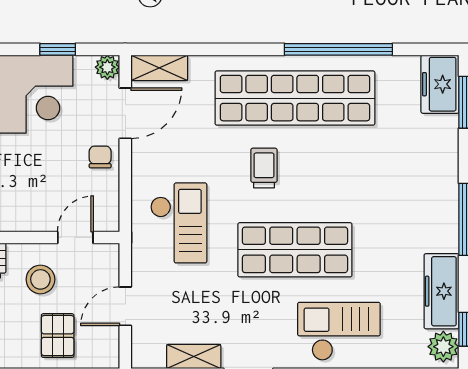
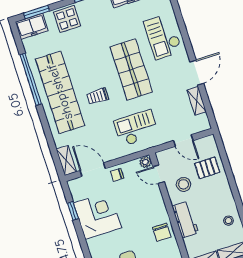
plant: (107, 67) -> (145, 162), moved
display table: (432, 157) -> (67, 19), added

